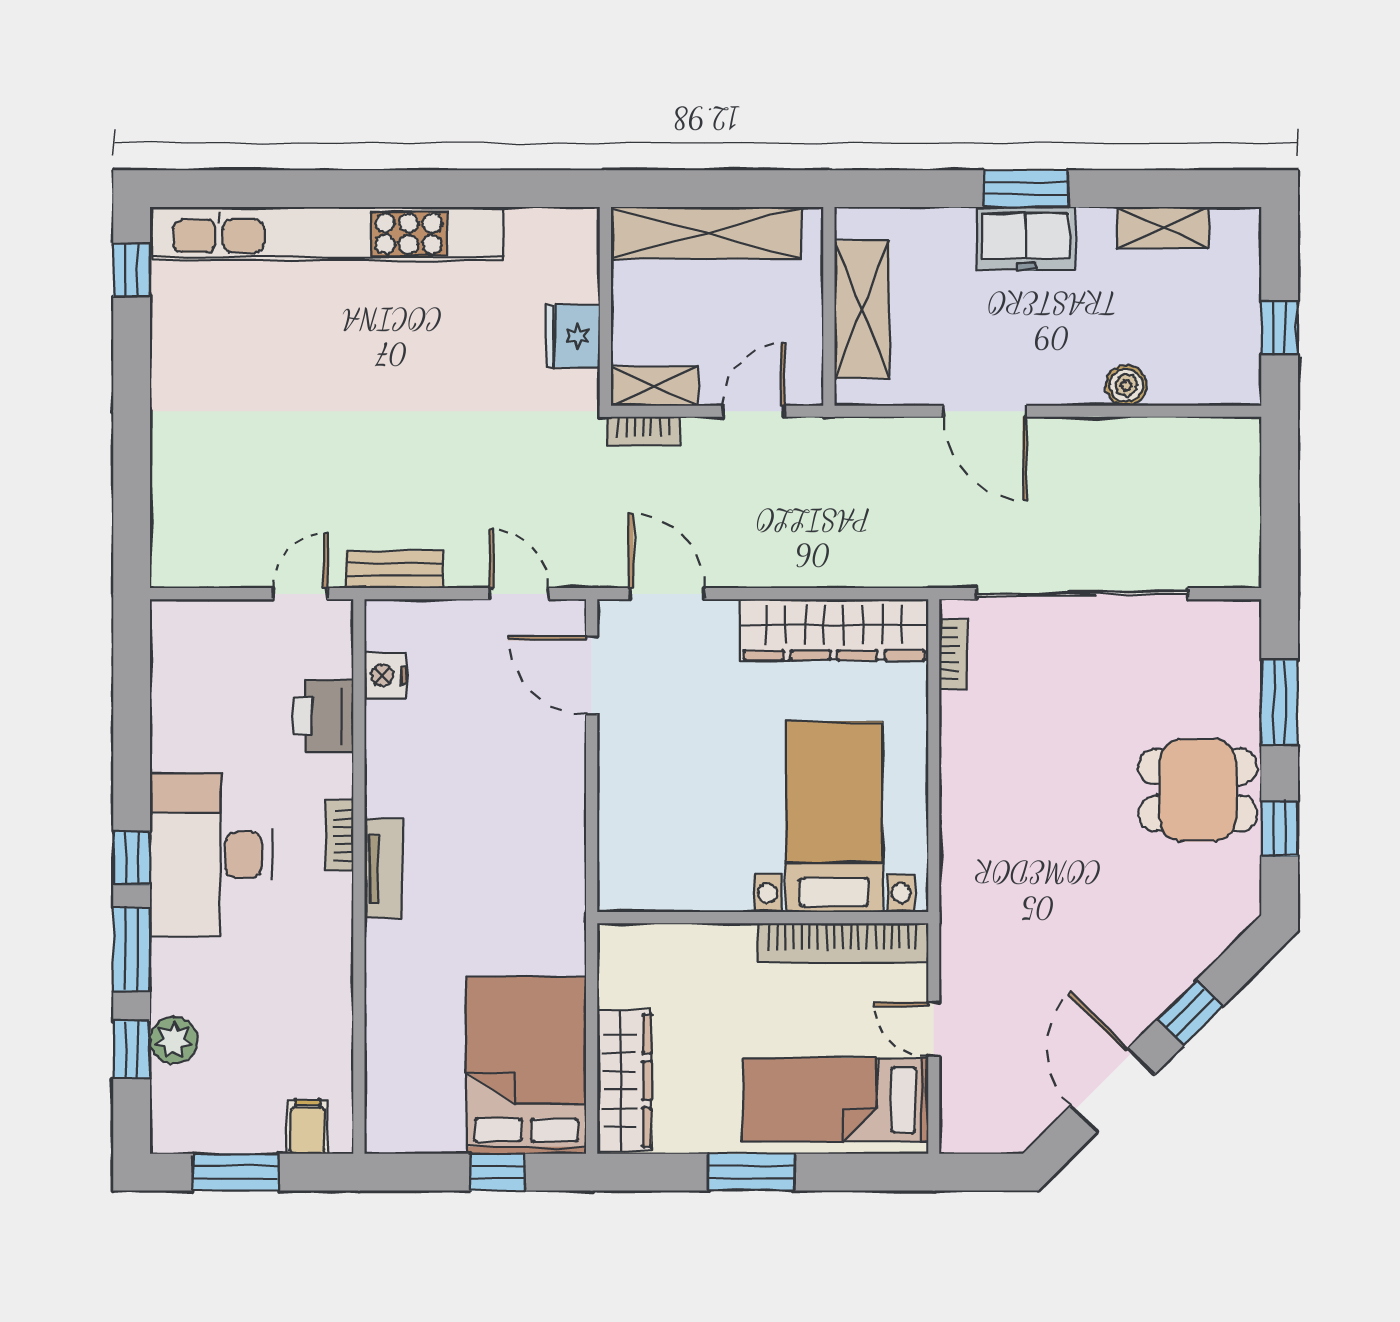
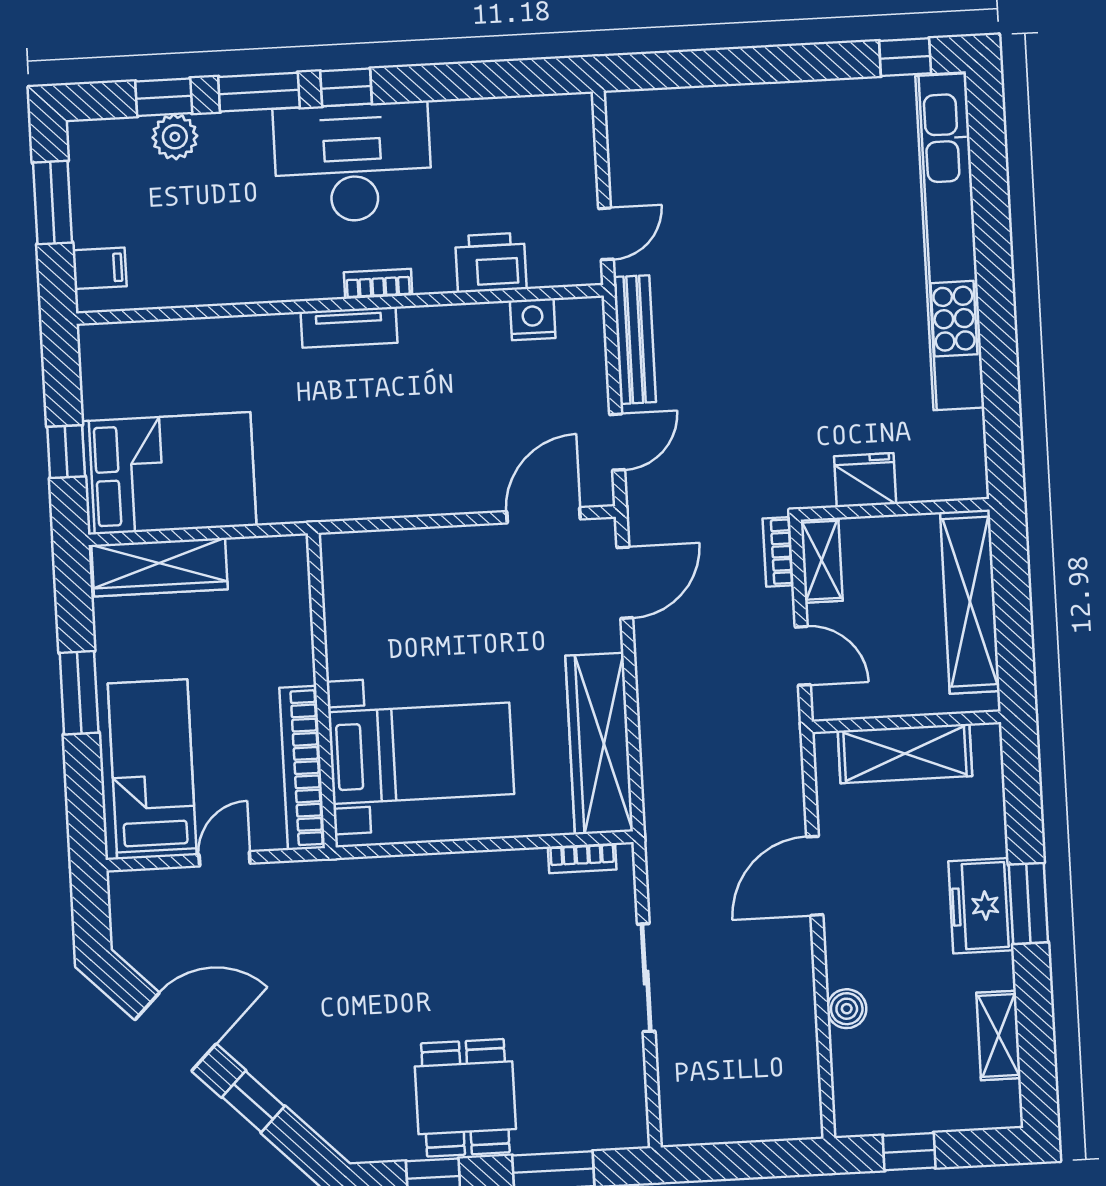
bench: (395, 570) -> (635, 340), width x1.36
door: (300, 594) -> (606, 234), hinge flipped
sliding door: (1082, 594) -> (646, 978), width x0.54

